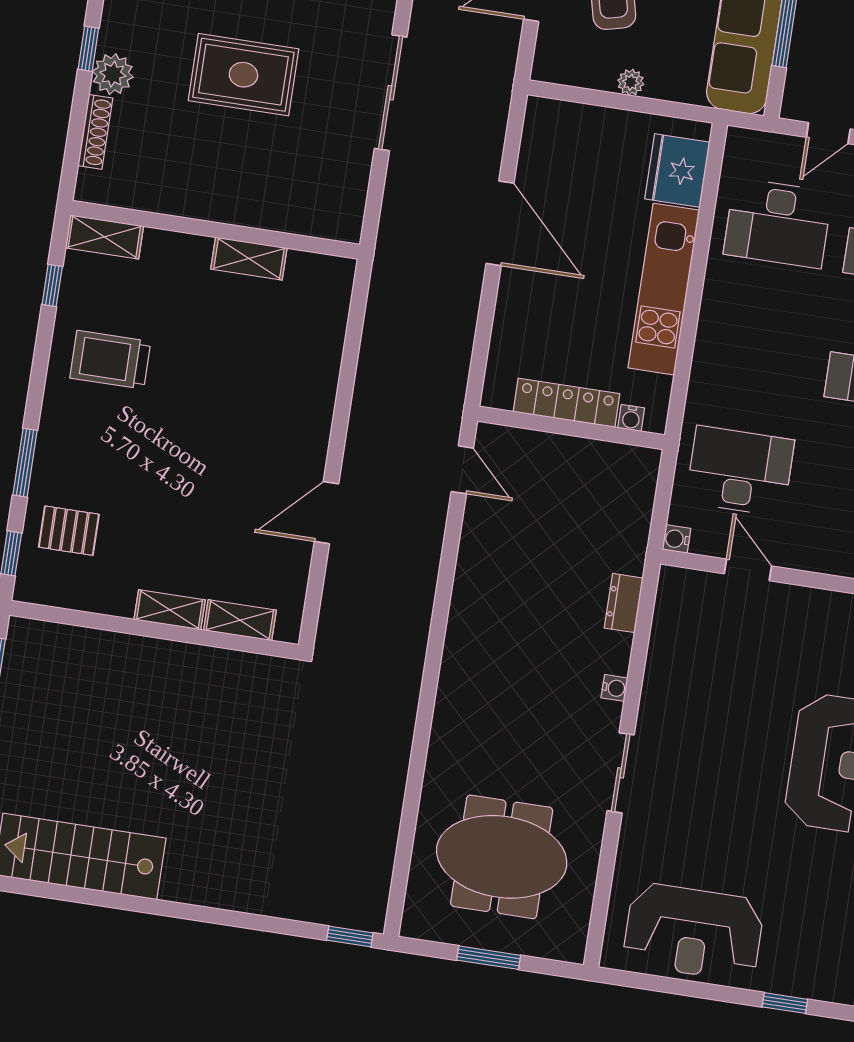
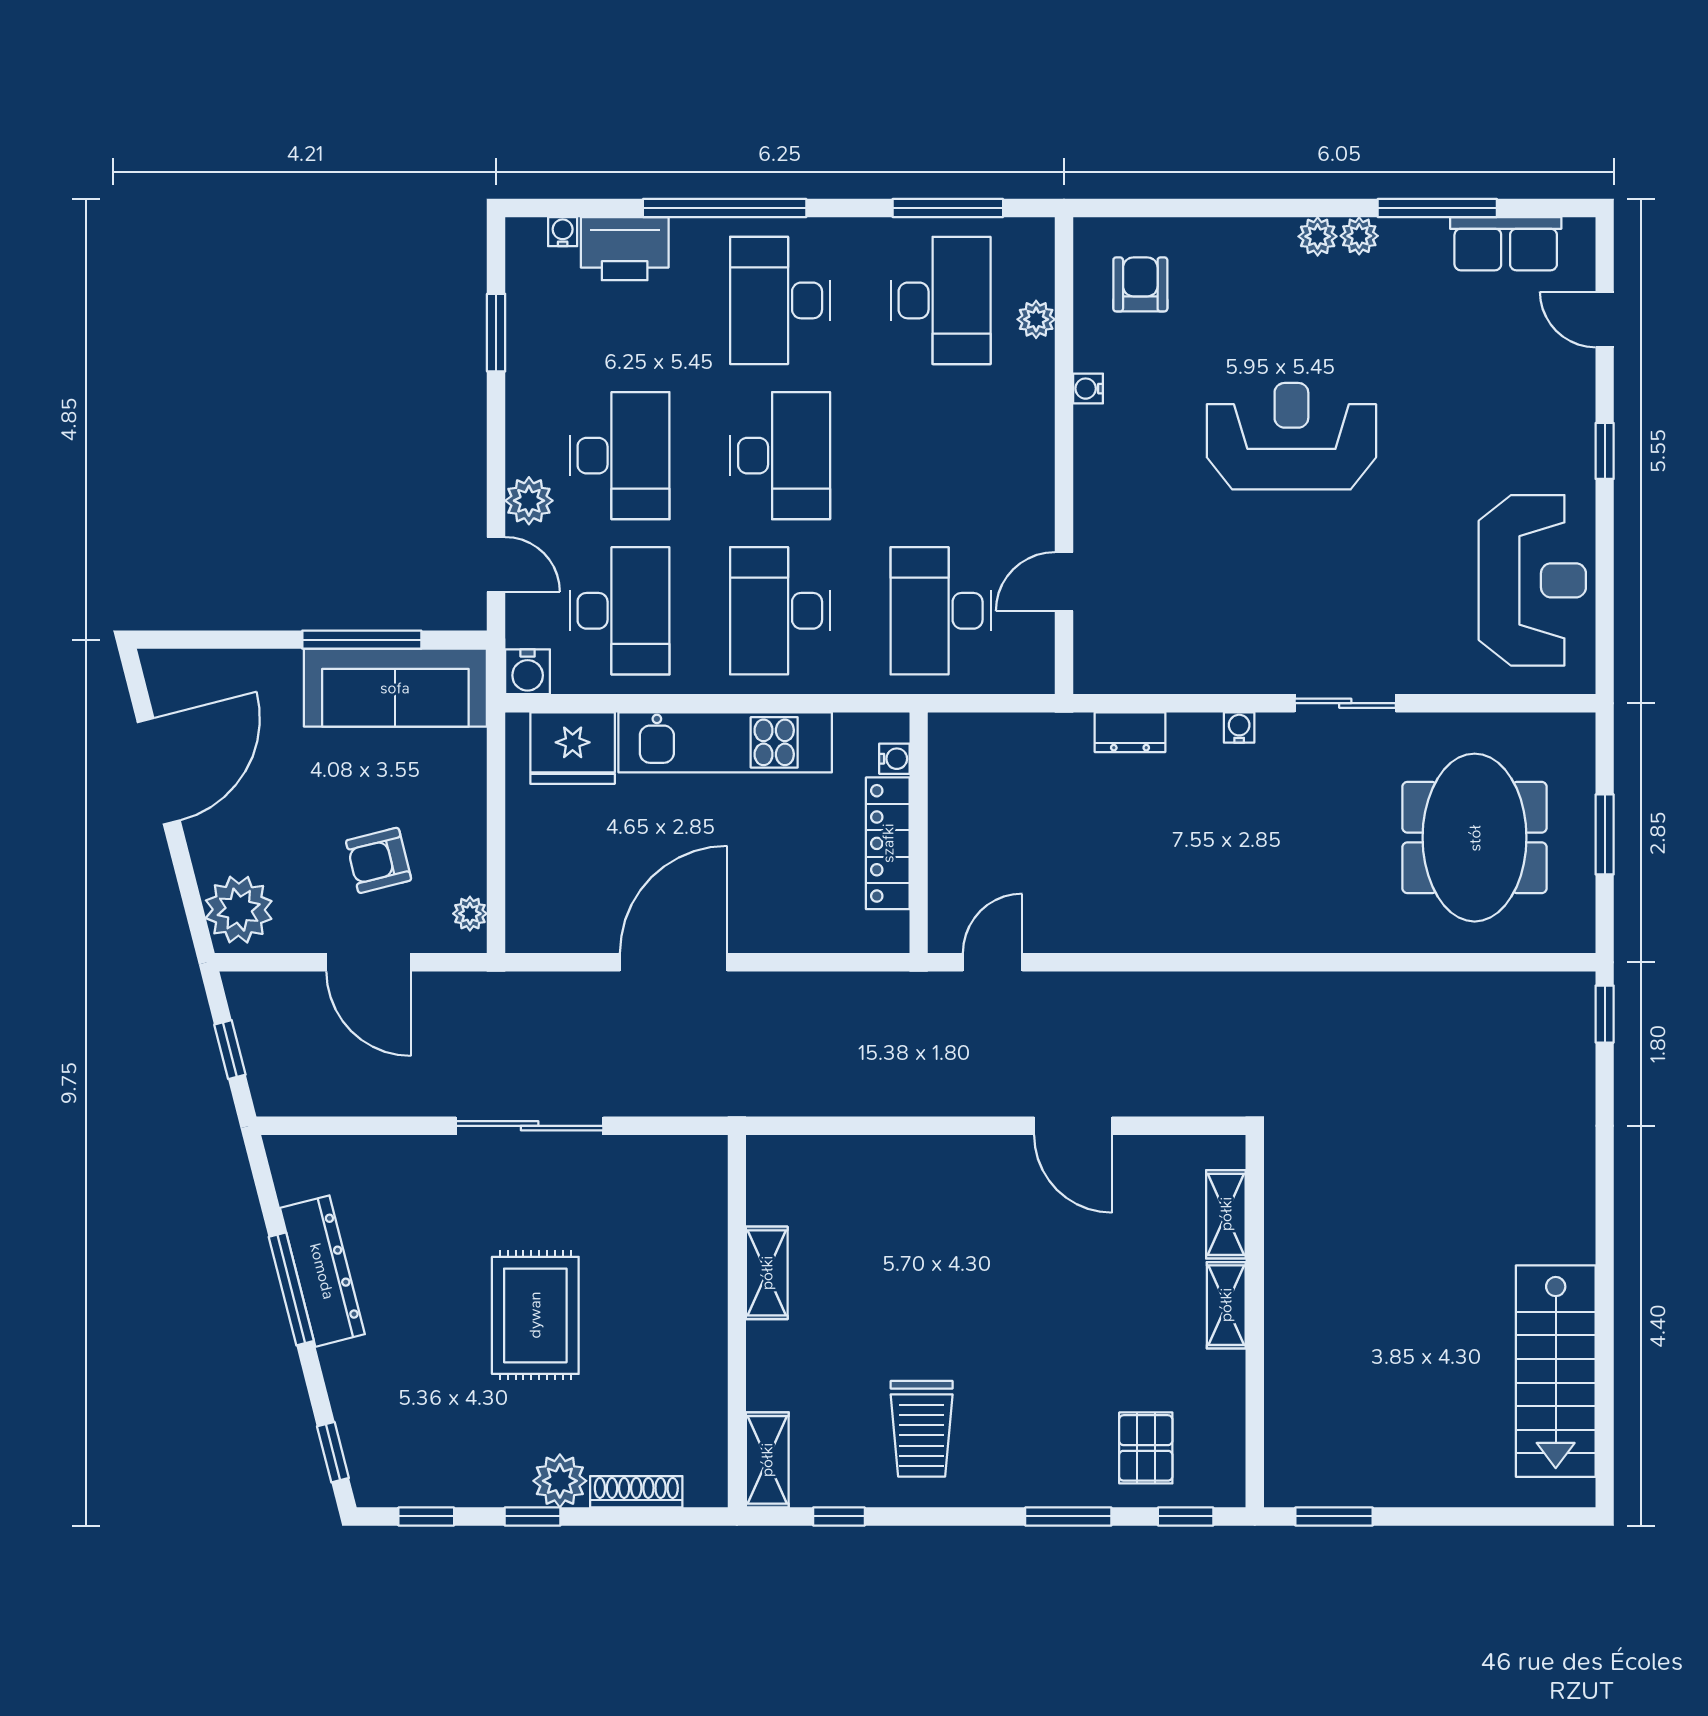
plant: (631, 82) -> (470, 914), moved
desk: (759, 347) -> (780, 611), added
water cooler: (676, 539) -> (528, 672), moved, width x1.38, depth x1.38

